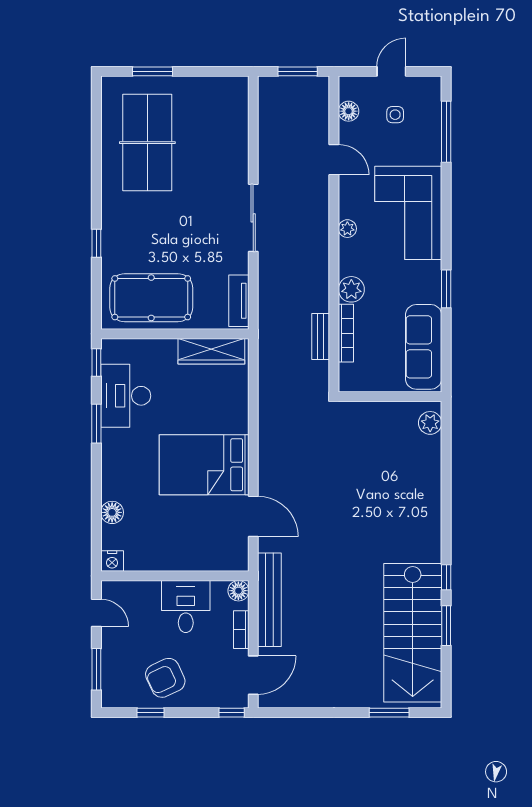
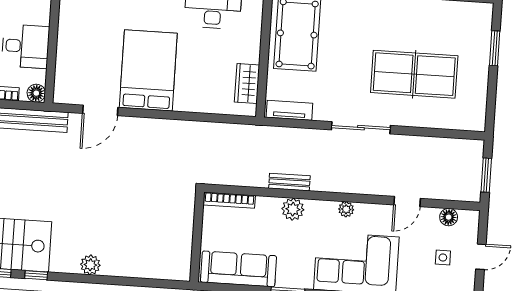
door: (391, 71) -> (481, 257), hinge flipped
table tennis table: (147, 143) -> (414, 74), moved
bookcase: (346, 333) -> (229, 200), moved
bench: (321, 336) -> (289, 182), moved
wardrobe: (211, 351) -> (247, 83), width x0.67
plant: (430, 423) -> (90, 265), moved

